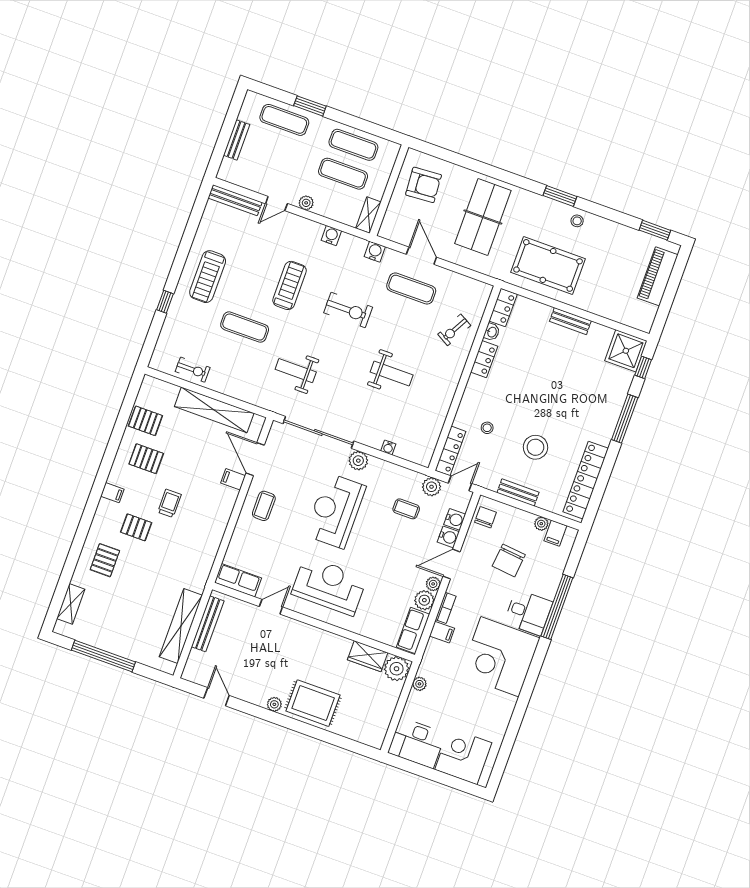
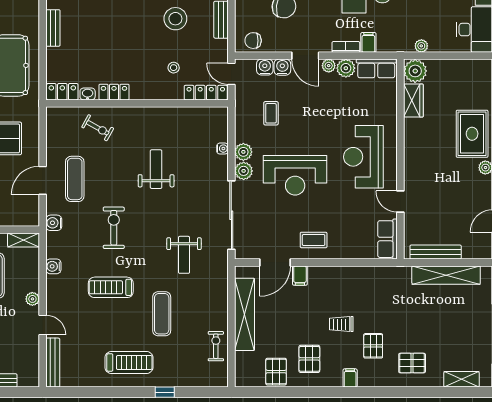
plant: (432, 487) -> (243, 152), moved

